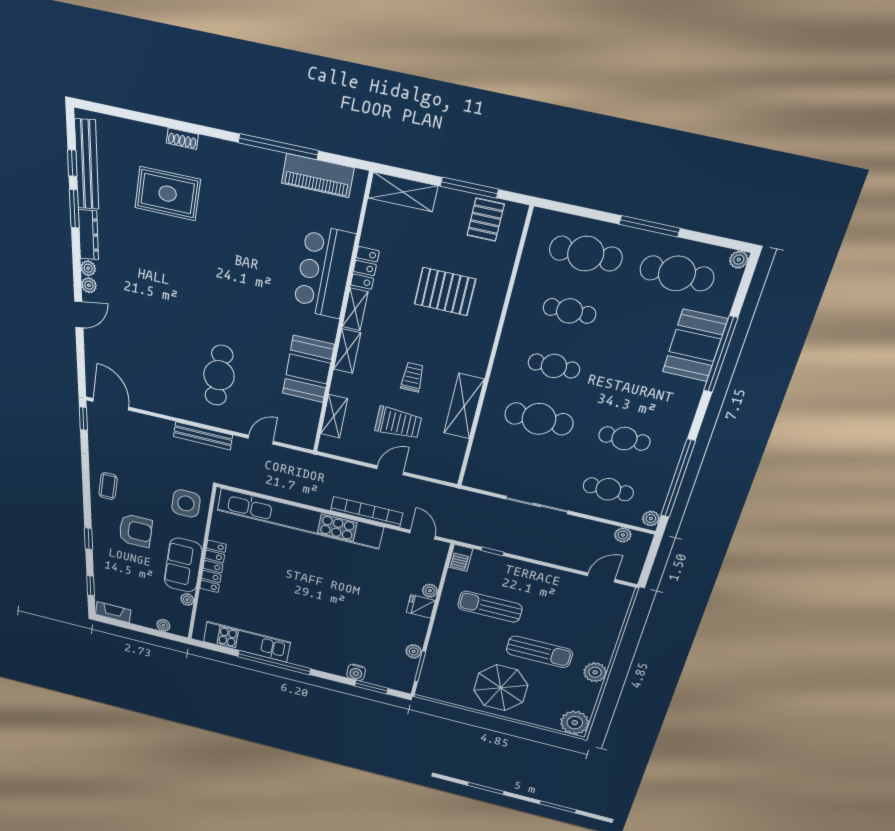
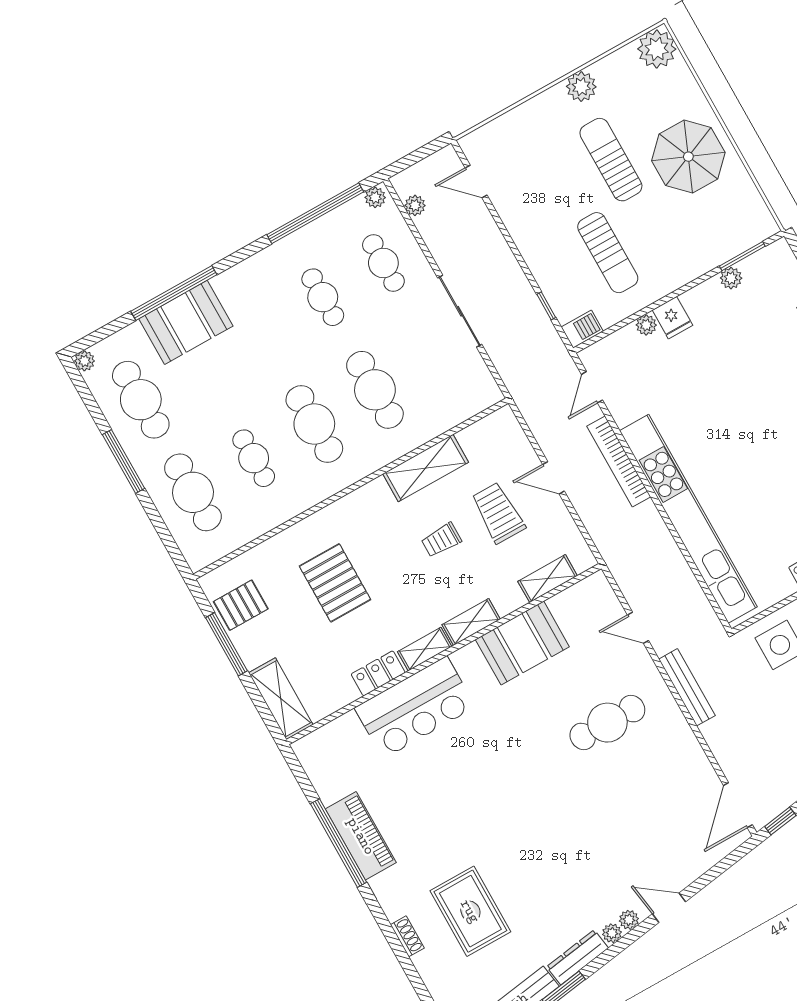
piano: (318, 176) -> (361, 836), moved
cafe table: (554, 366) -> (314, 424), width x1.37, depth x1.35

